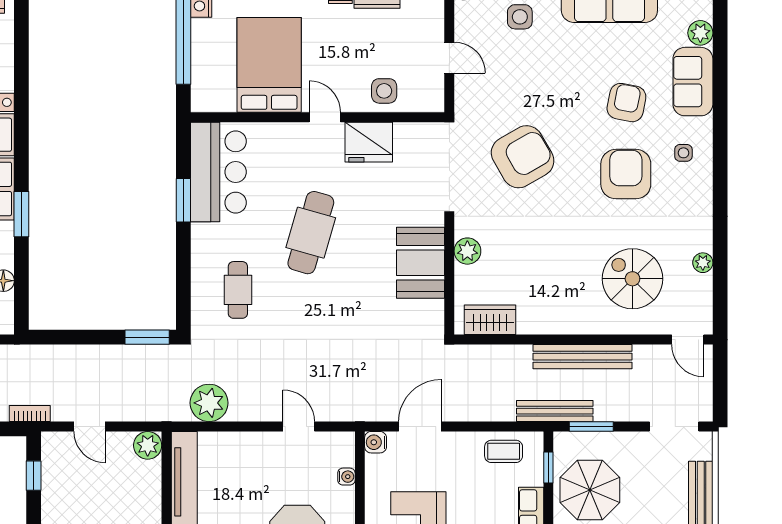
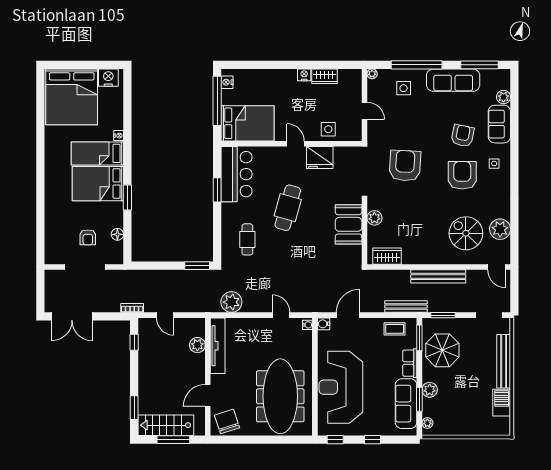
bed: (269, 65) -> (247, 123), moved, turned 90
armchair: (523, 157) -> (405, 166), turned -57
plant: (703, 263) -> (500, 229), width x1.87, depth x1.87
bench: (555, 411) -> (406, 307), moved
plant: (148, 445) -> (197, 345), moved
window: (548, 467) -> (419, 338), width x1.50
water cooler: (346, 477) -> (307, 325), moved

